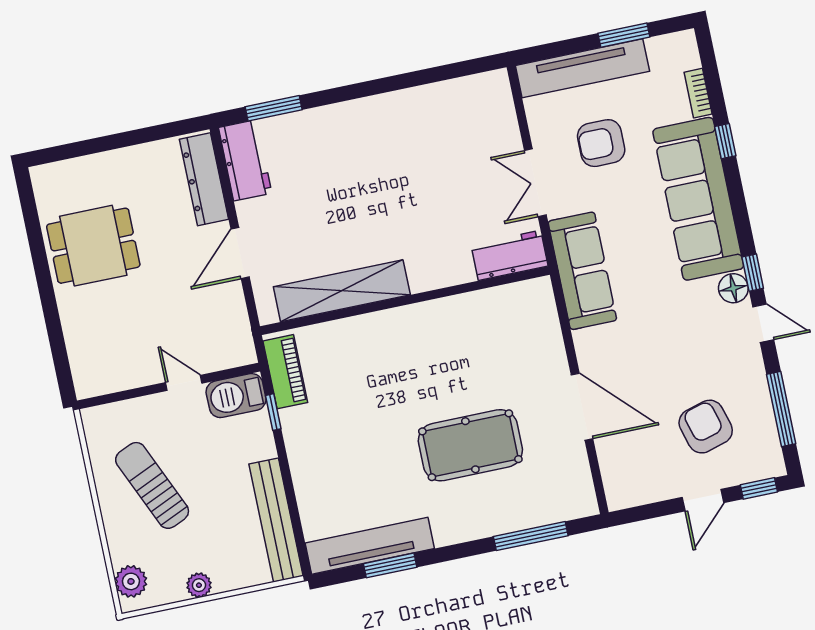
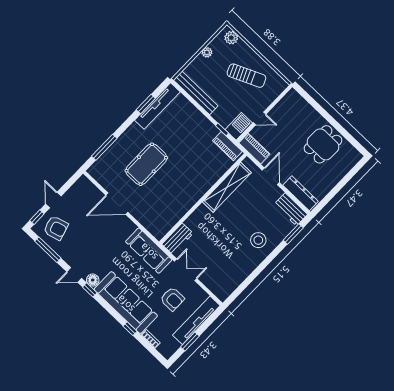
stool: (351, 143) -> (258, 240), added
armchair: (601, 143) -> (172, 299), turned 90
piano: (235, 330) -> (254, 149), added
armchair: (706, 427) -> (56, 228), moved

